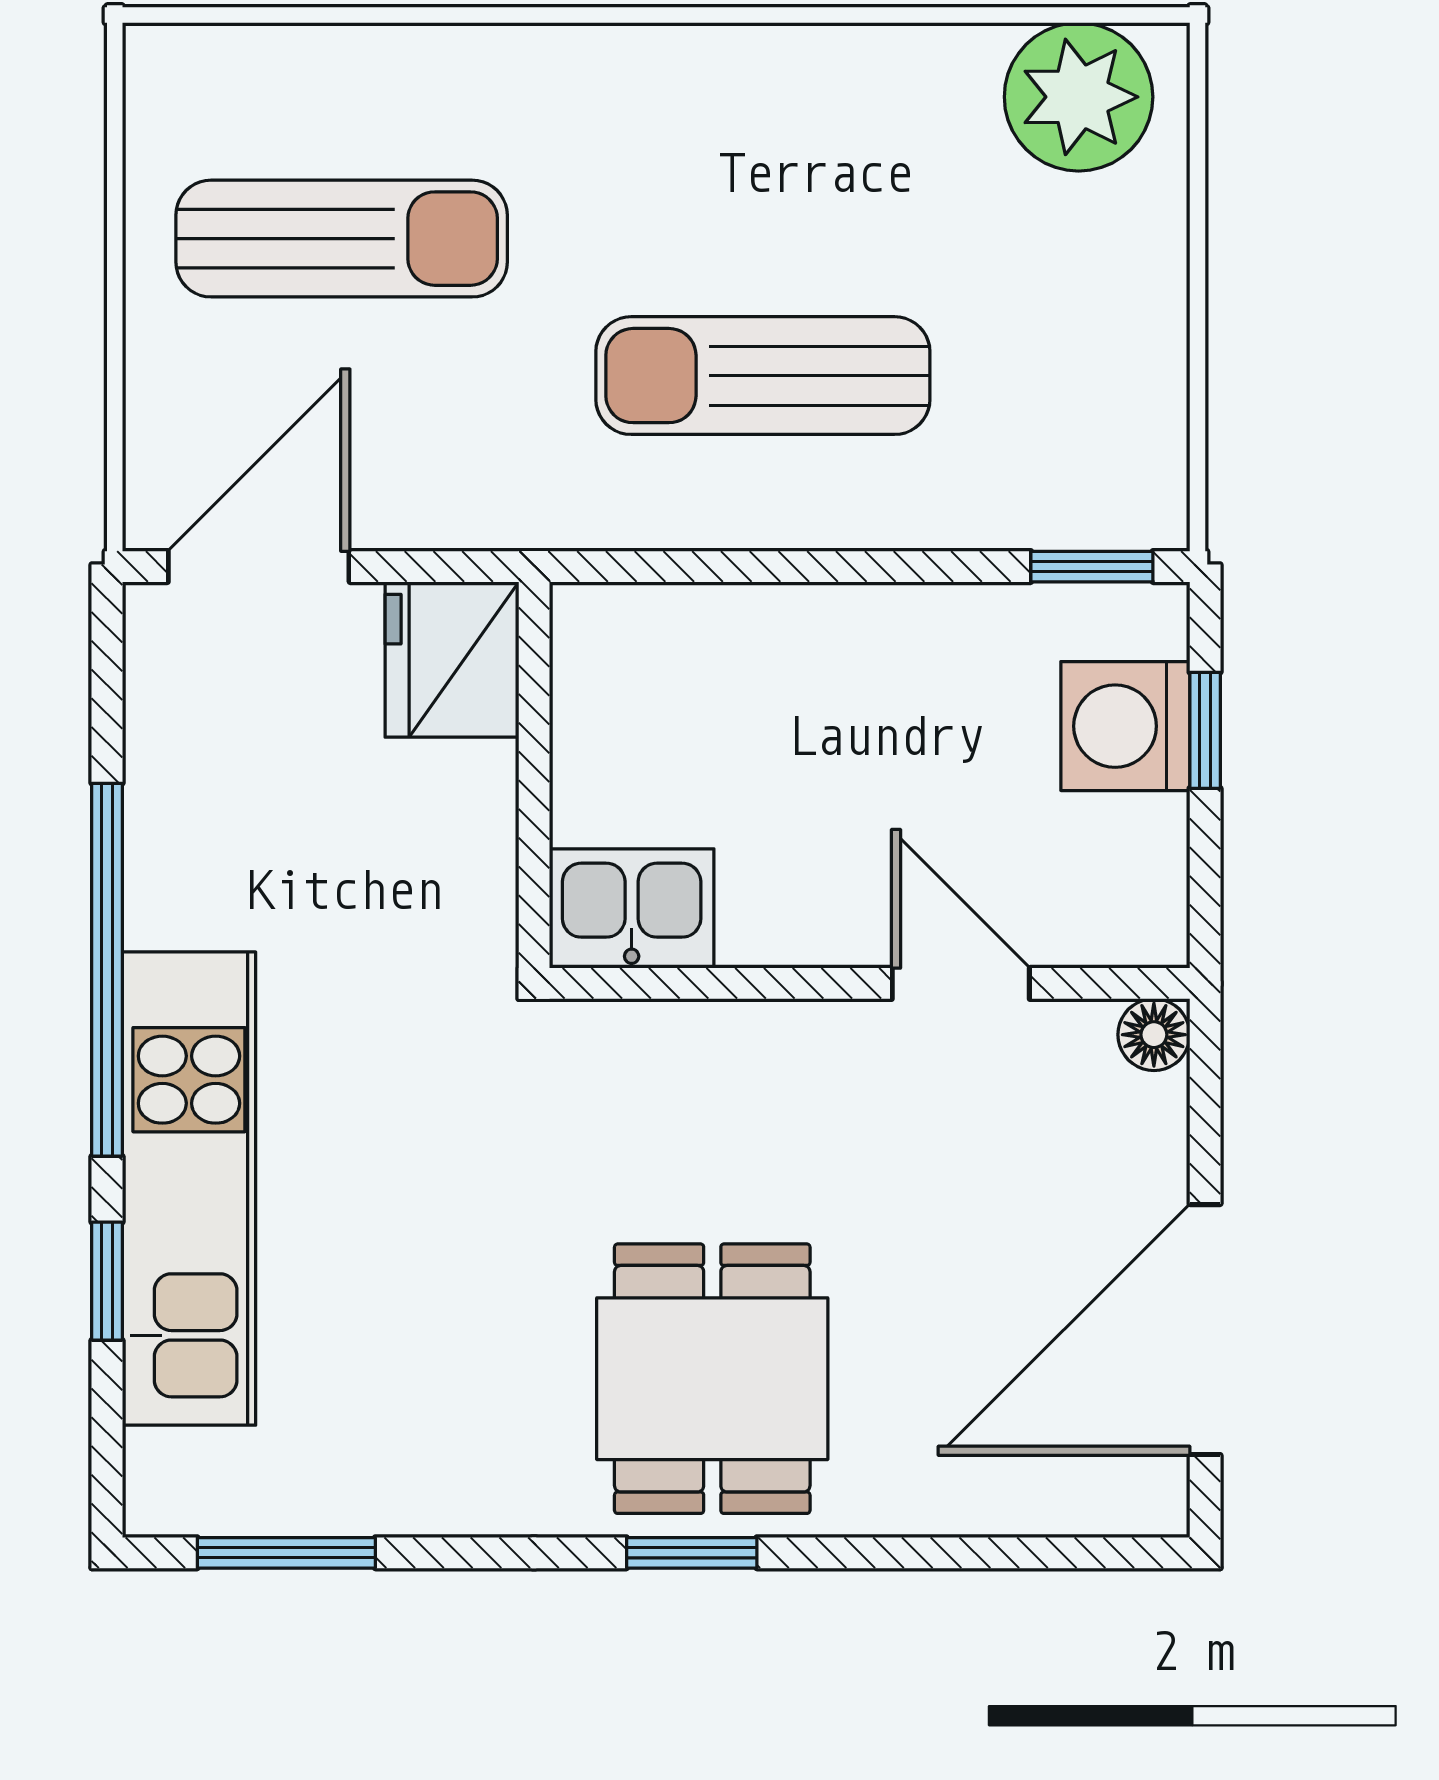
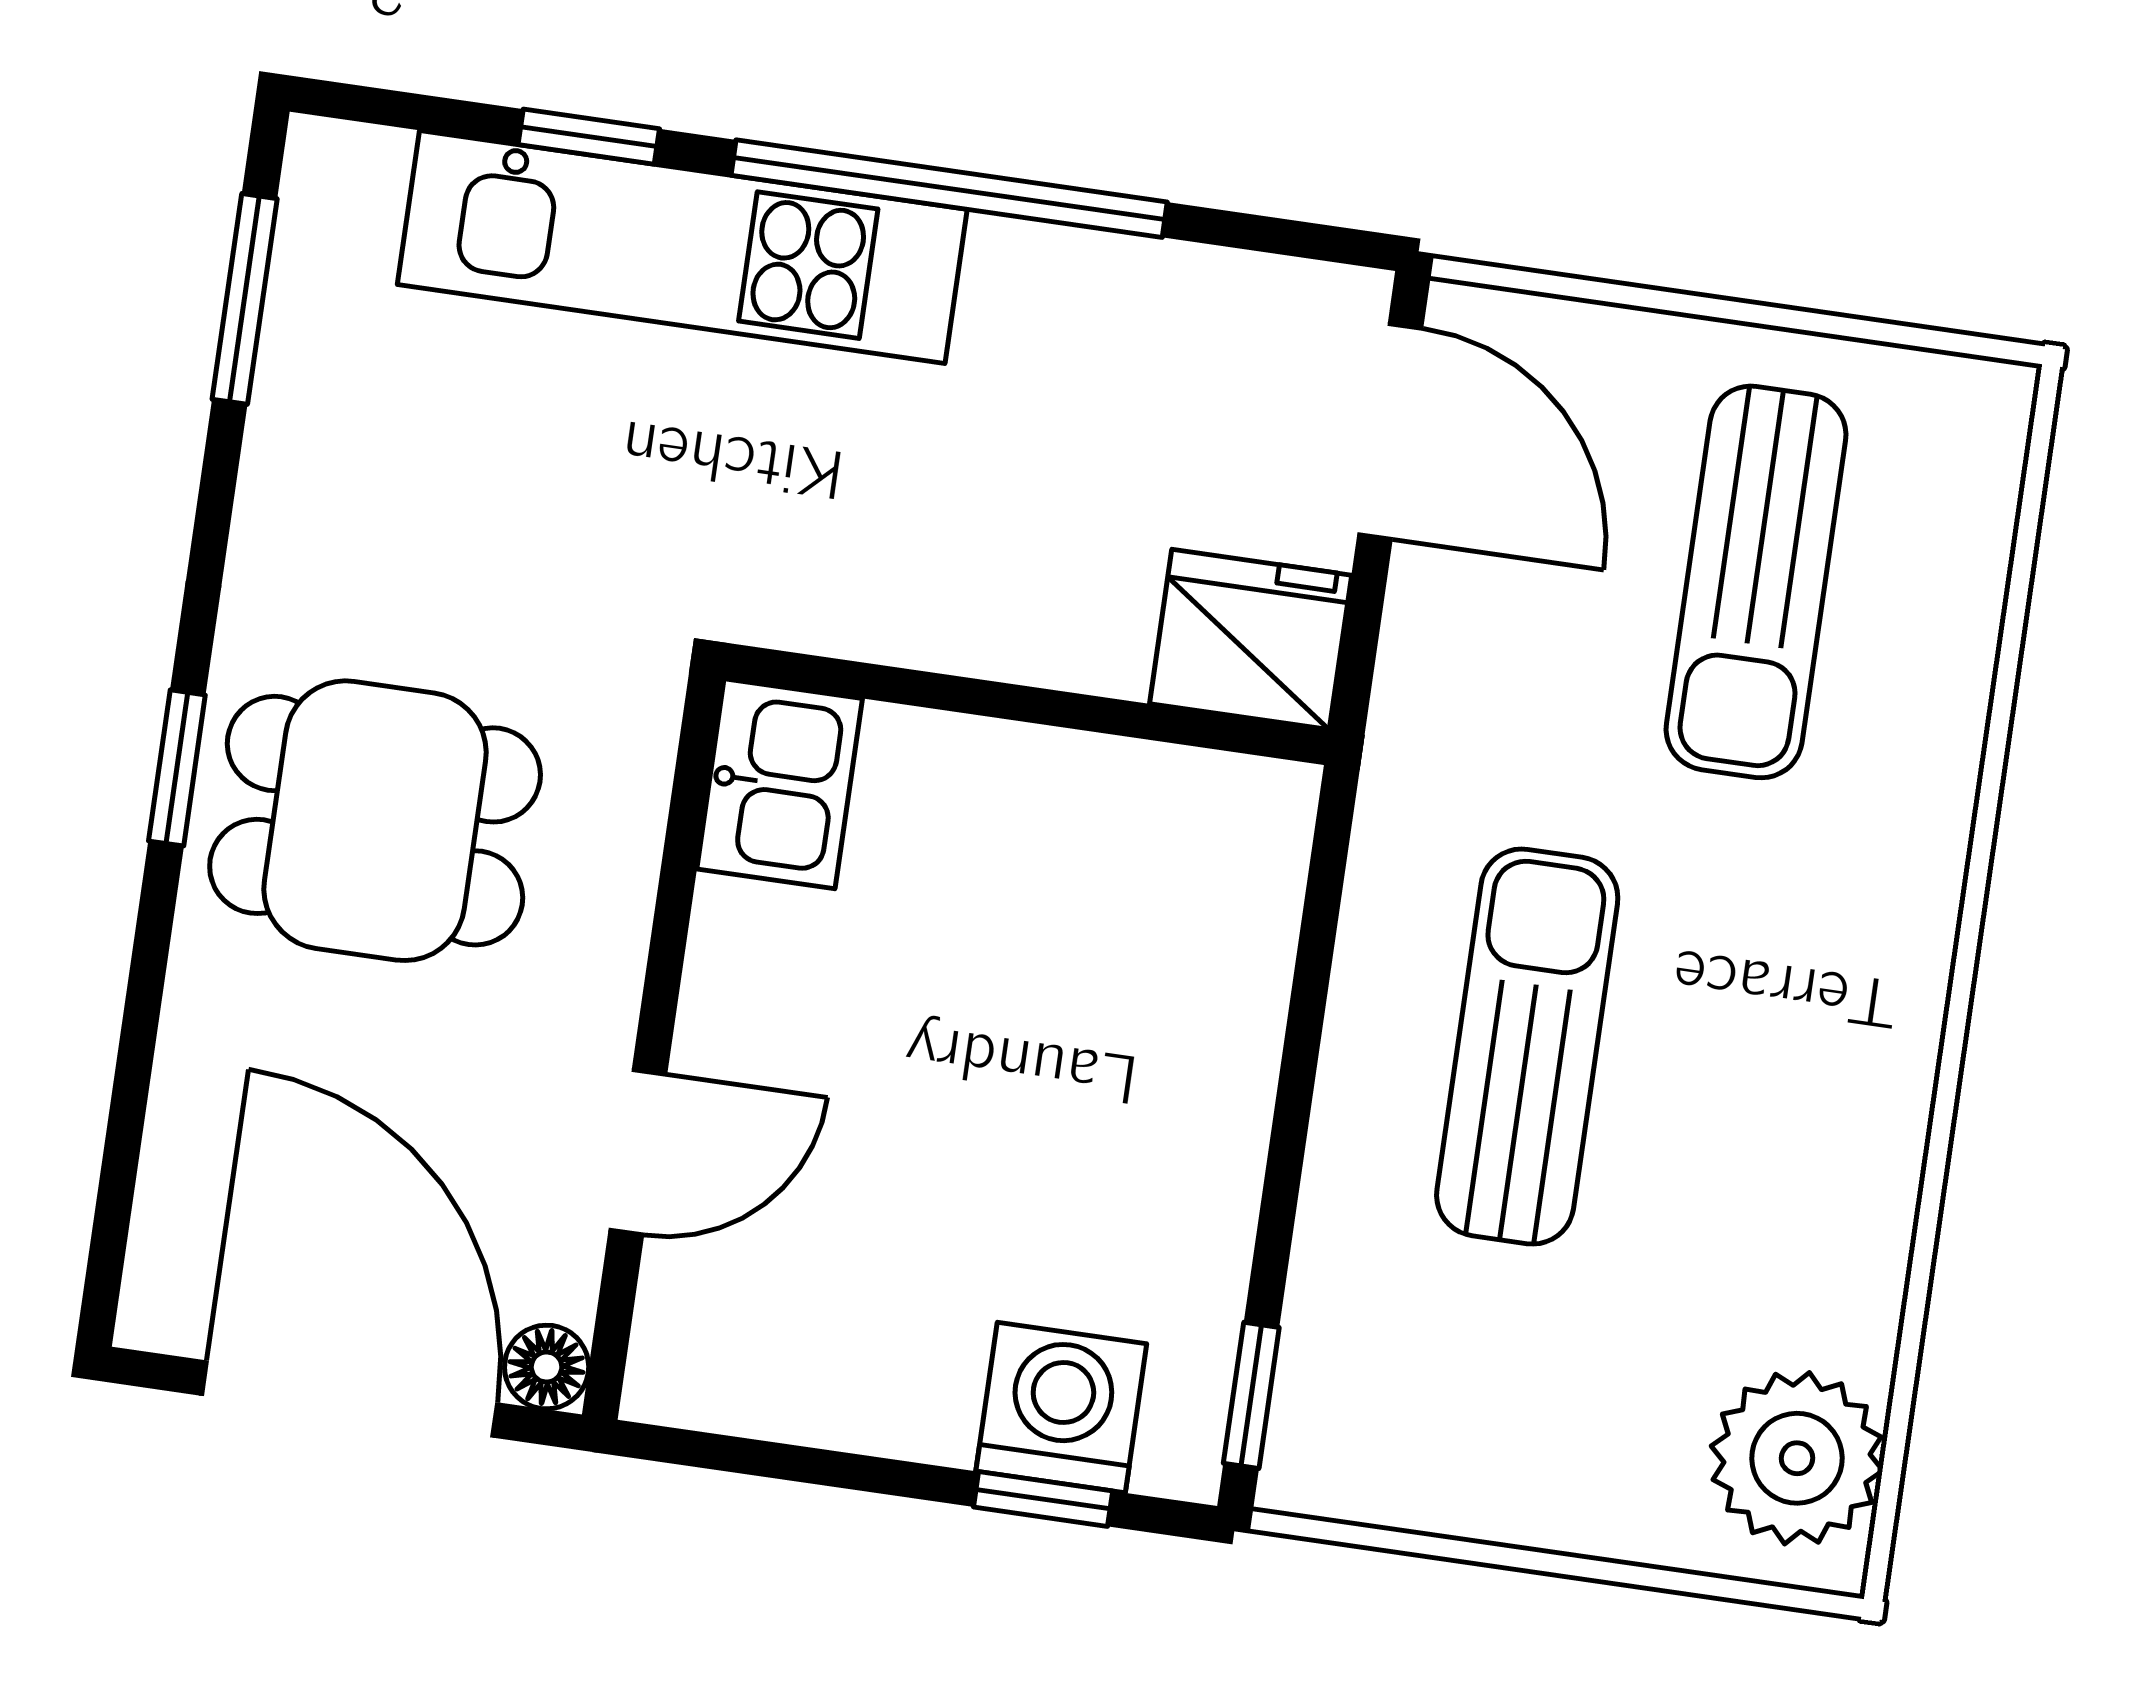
kitchen sink: (632, 909) -> (780, 784), moved
wall: (870, 983) -> (653, 1047), moved
door: (961, 983) -> (638, 1152), moved
floor lamp: (1154, 1035) -> (547, 1367), moved

